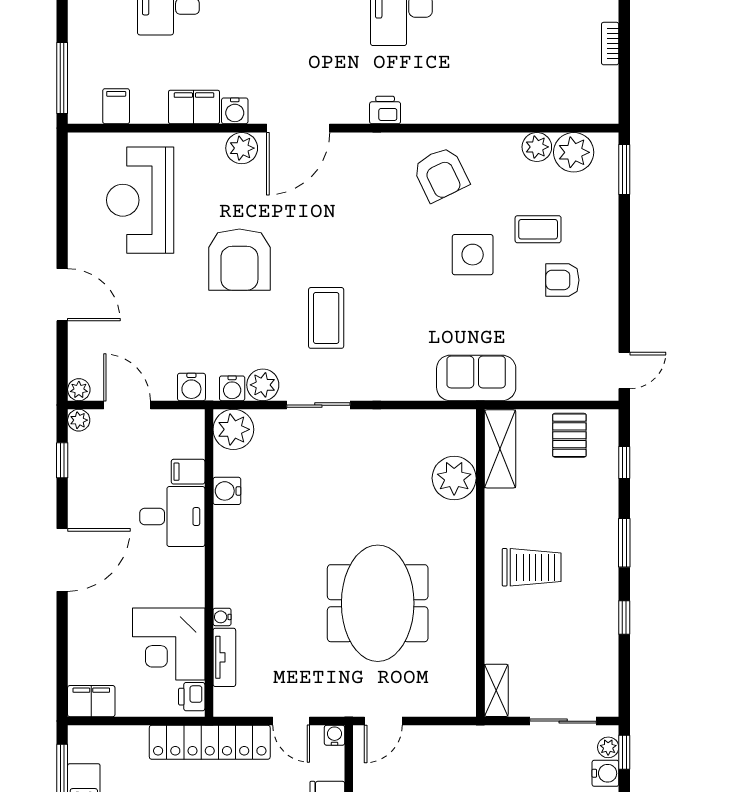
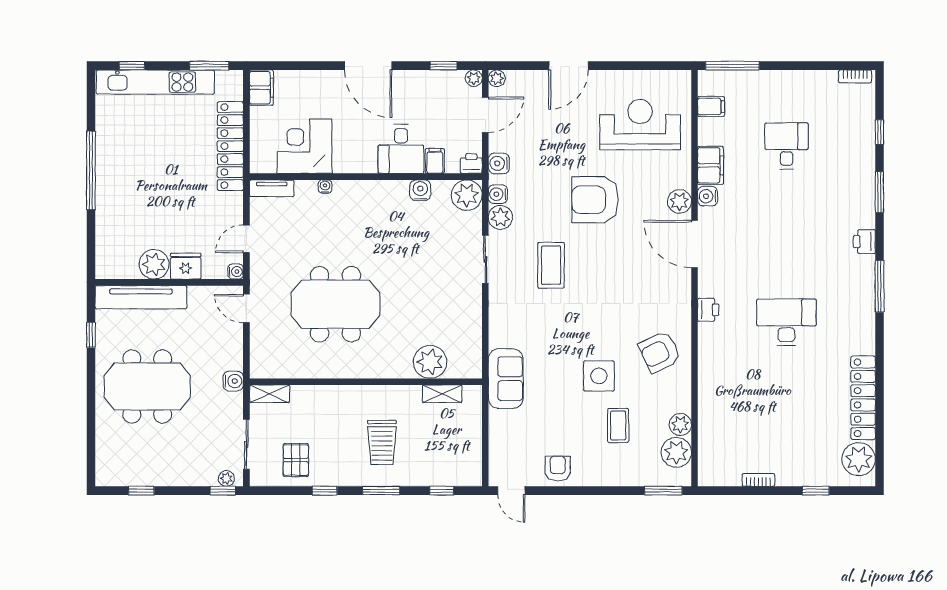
armchair: (562, 280) -> (558, 468), moved
coffee table: (326, 318) -> (551, 265), turned 90
pallet: (569, 435) -> (296, 460), moved, turned 90
shelving: (500, 449) -> (442, 394), width x0.67, depth x0.75
trolley: (532, 567) -> (382, 442), moved
tv unit: (224, 657) -> (272, 188), moved
printer: (192, 697) -> (471, 164), moved
locker: (210, 742) -> (230, 146), moved
water cooler: (605, 773) -> (233, 381), moved, turned -90

